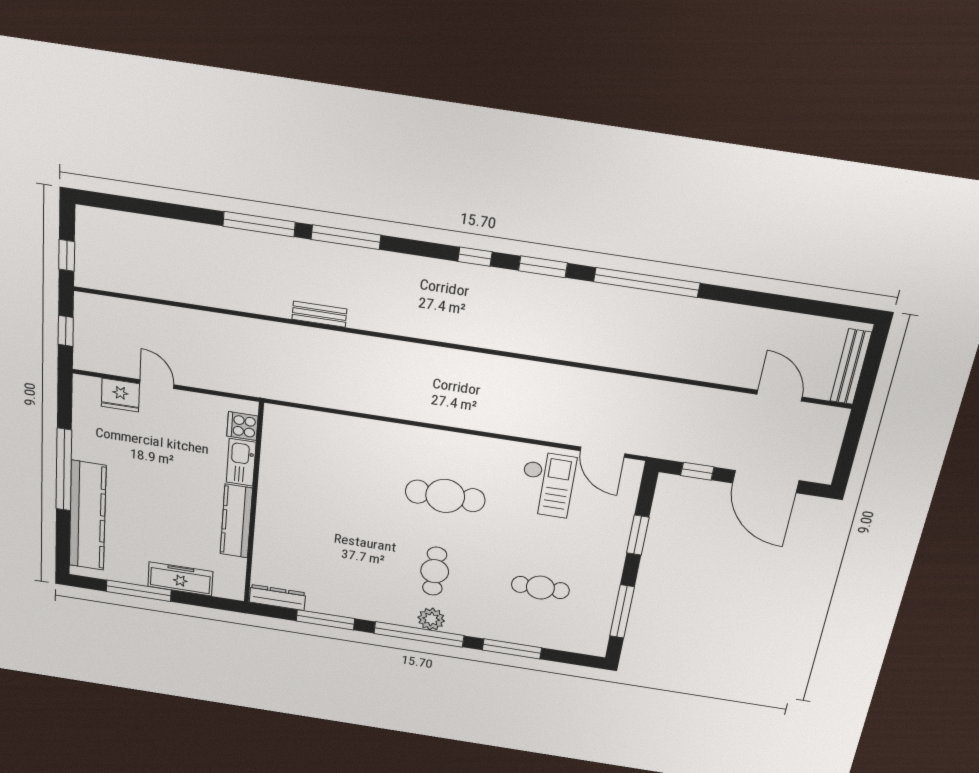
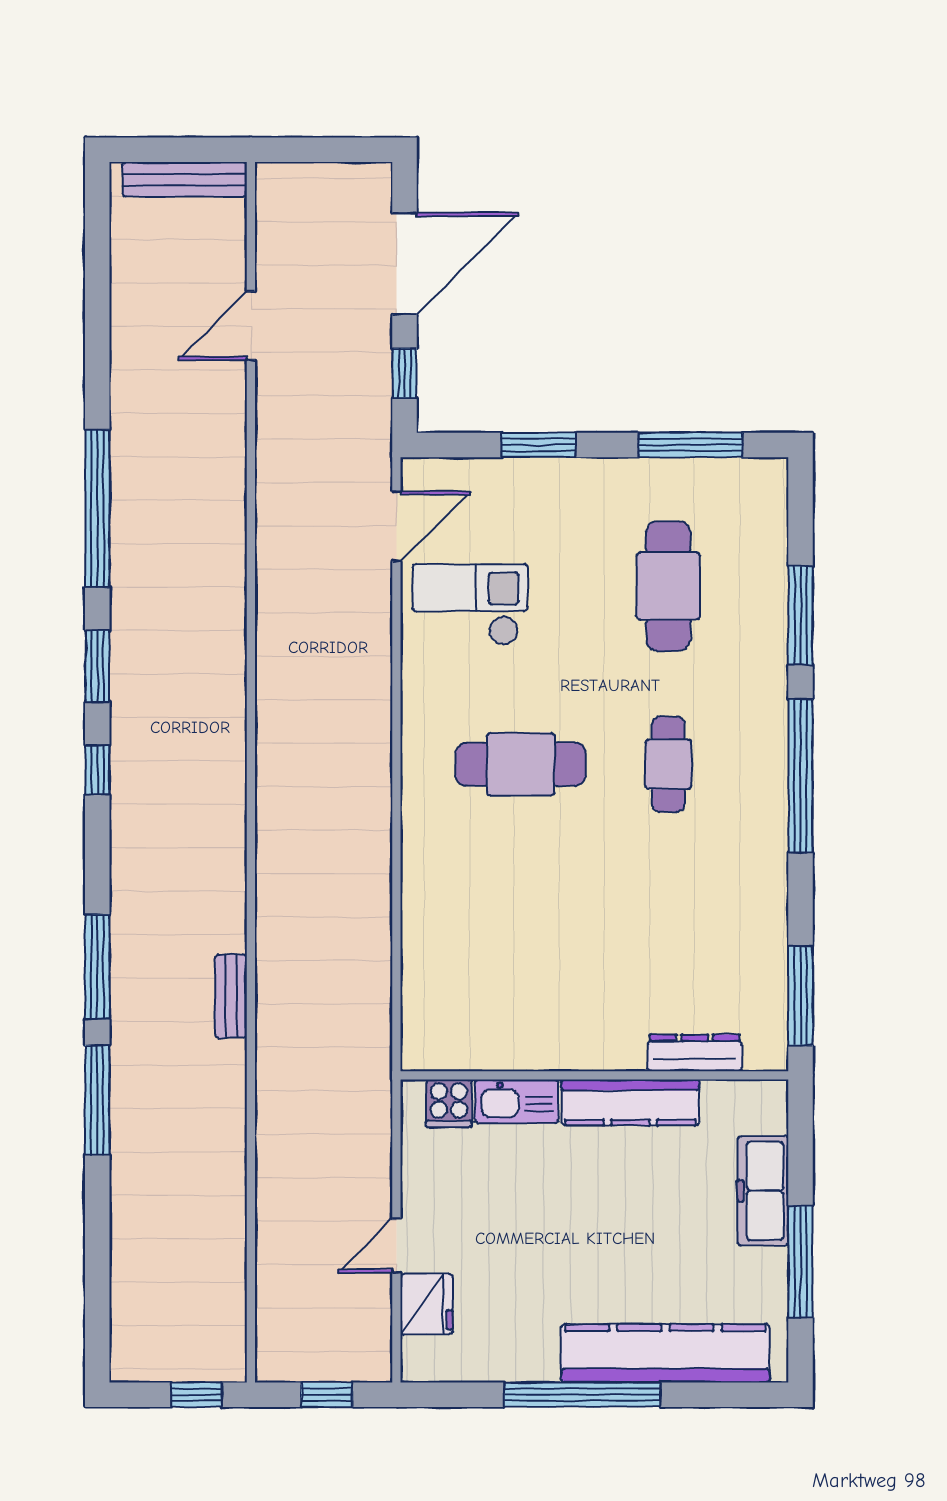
door: (780, 396) -> (251, 326), moved
cafe table: (445, 496) -> (521, 764), turned 90
cafe table: (435, 571) -> (668, 764), turned 90
cafe table: (540, 588) -> (668, 586), width x1.37, depth x1.35
dresser: (277, 597) -> (695, 1053), moved, turned 90
plant: (431, 619) -> (765, 759), removed
window: (325, 620) -> (801, 996), moved

